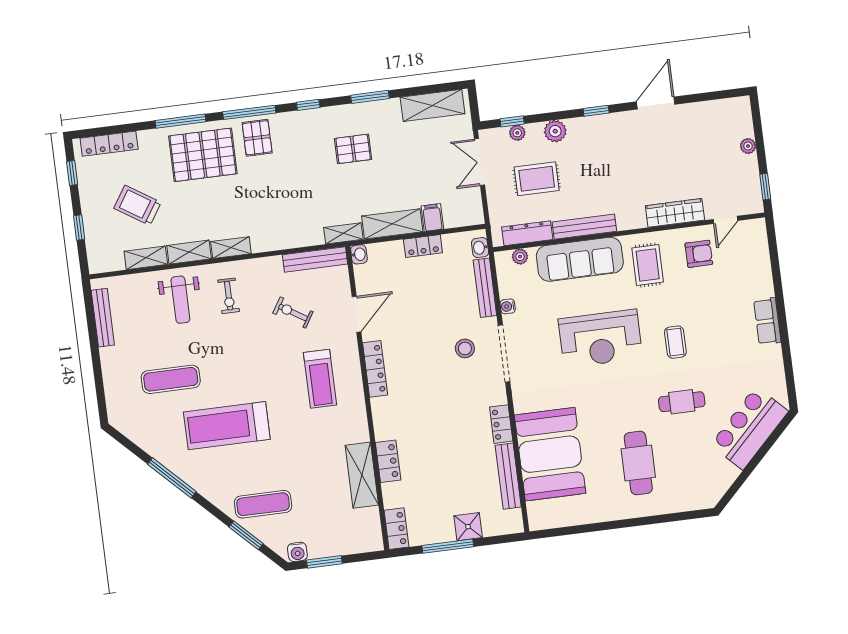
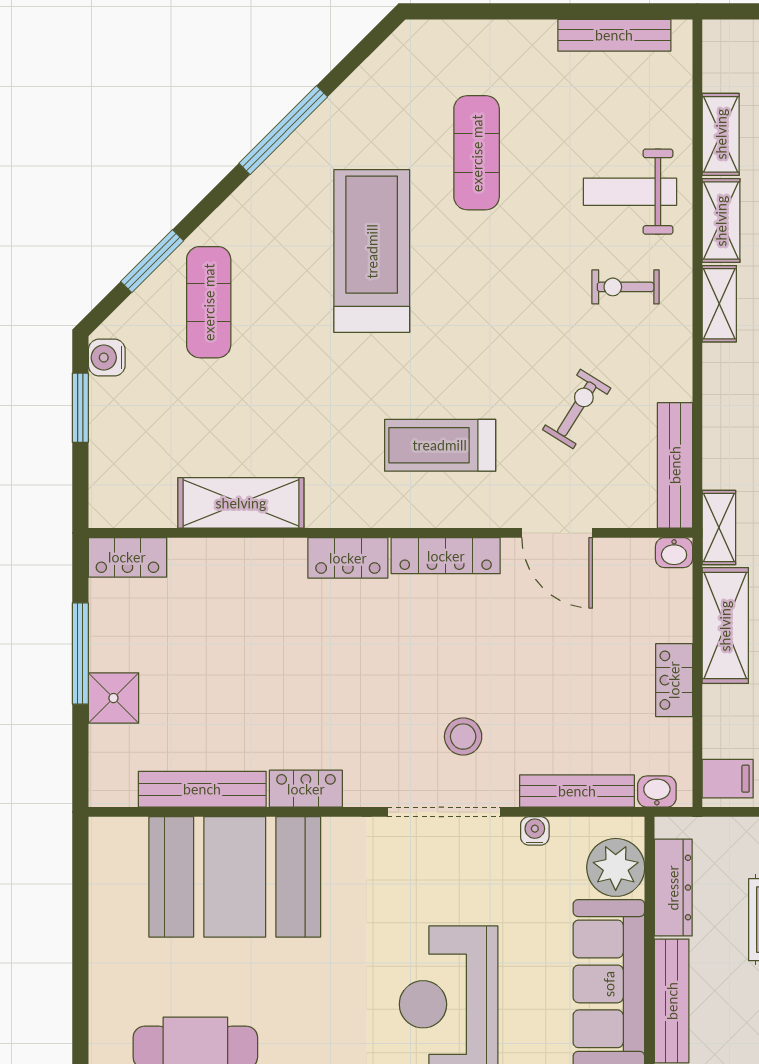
filing cabinet: (432, 218) -> (728, 779), moved
plant: (520, 257) -> (616, 867), width x1.87, depth x1.87
locker: (388, 461) -> (348, 558), moved

